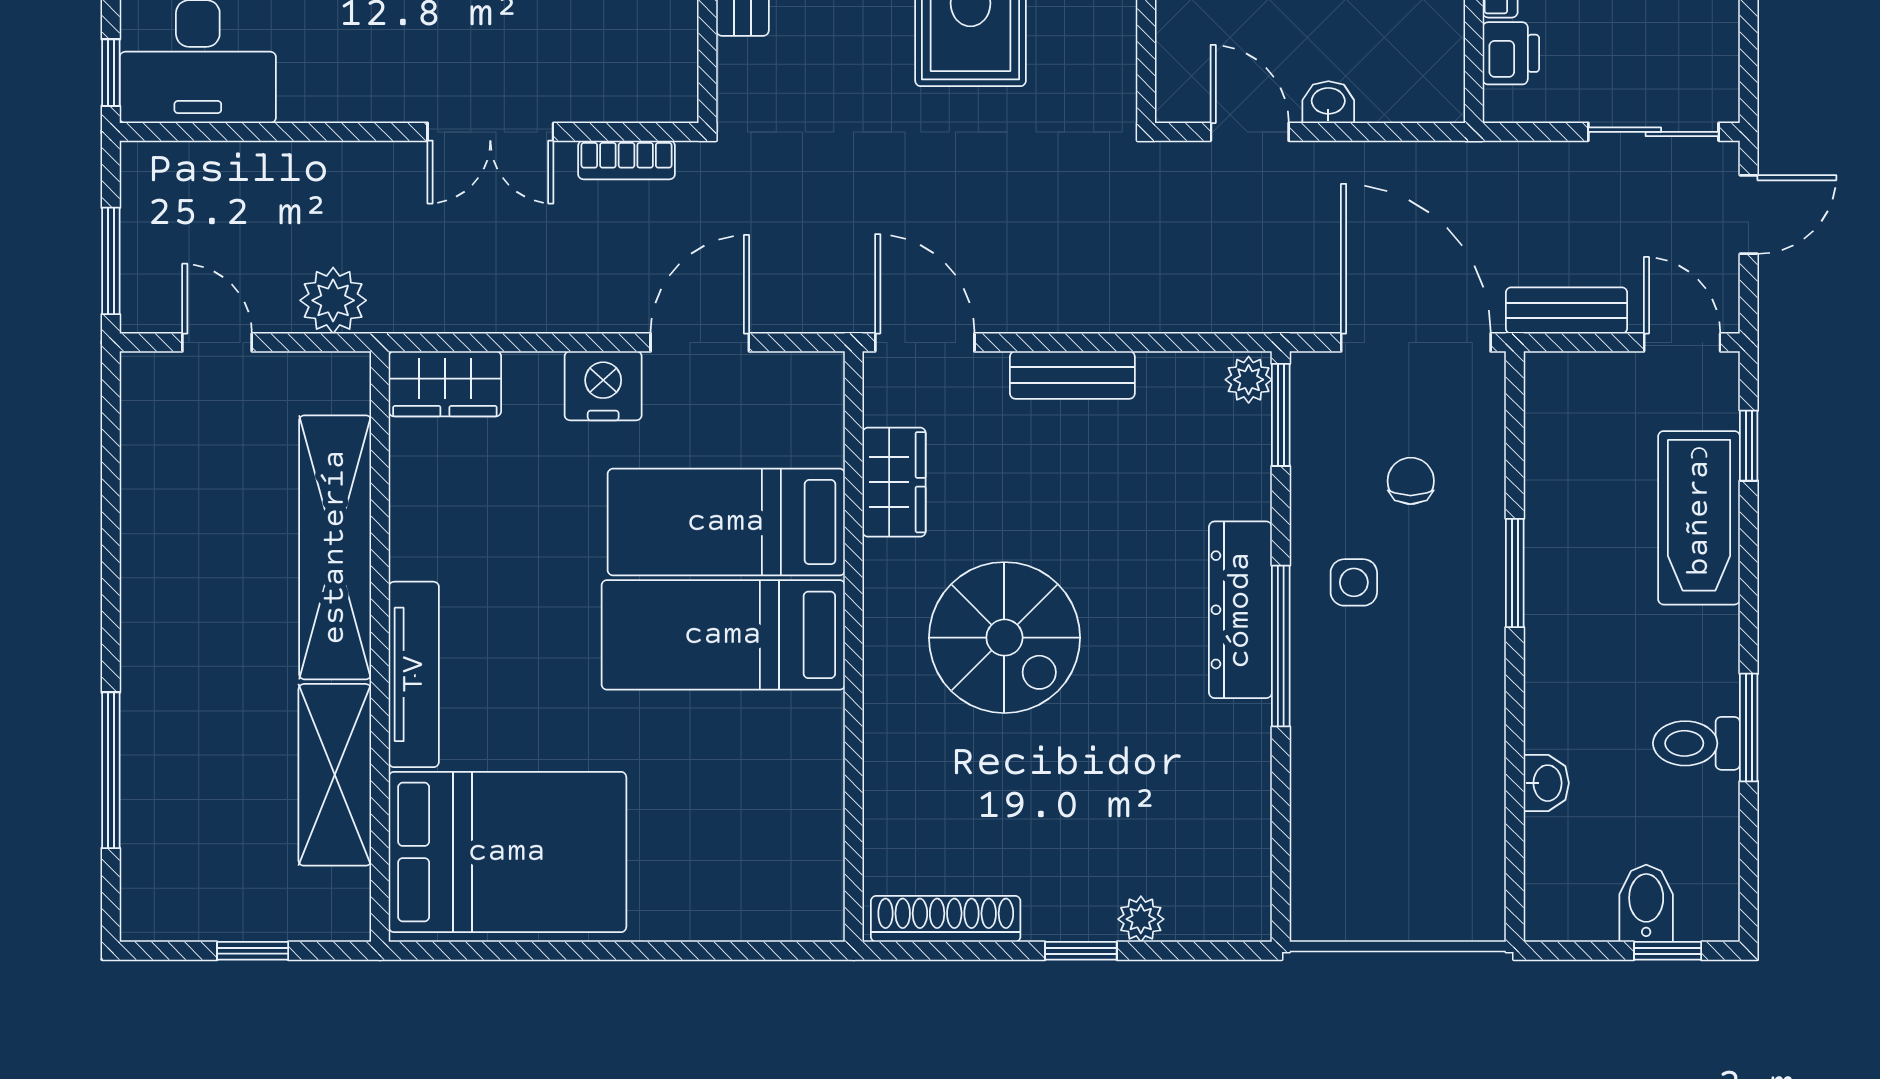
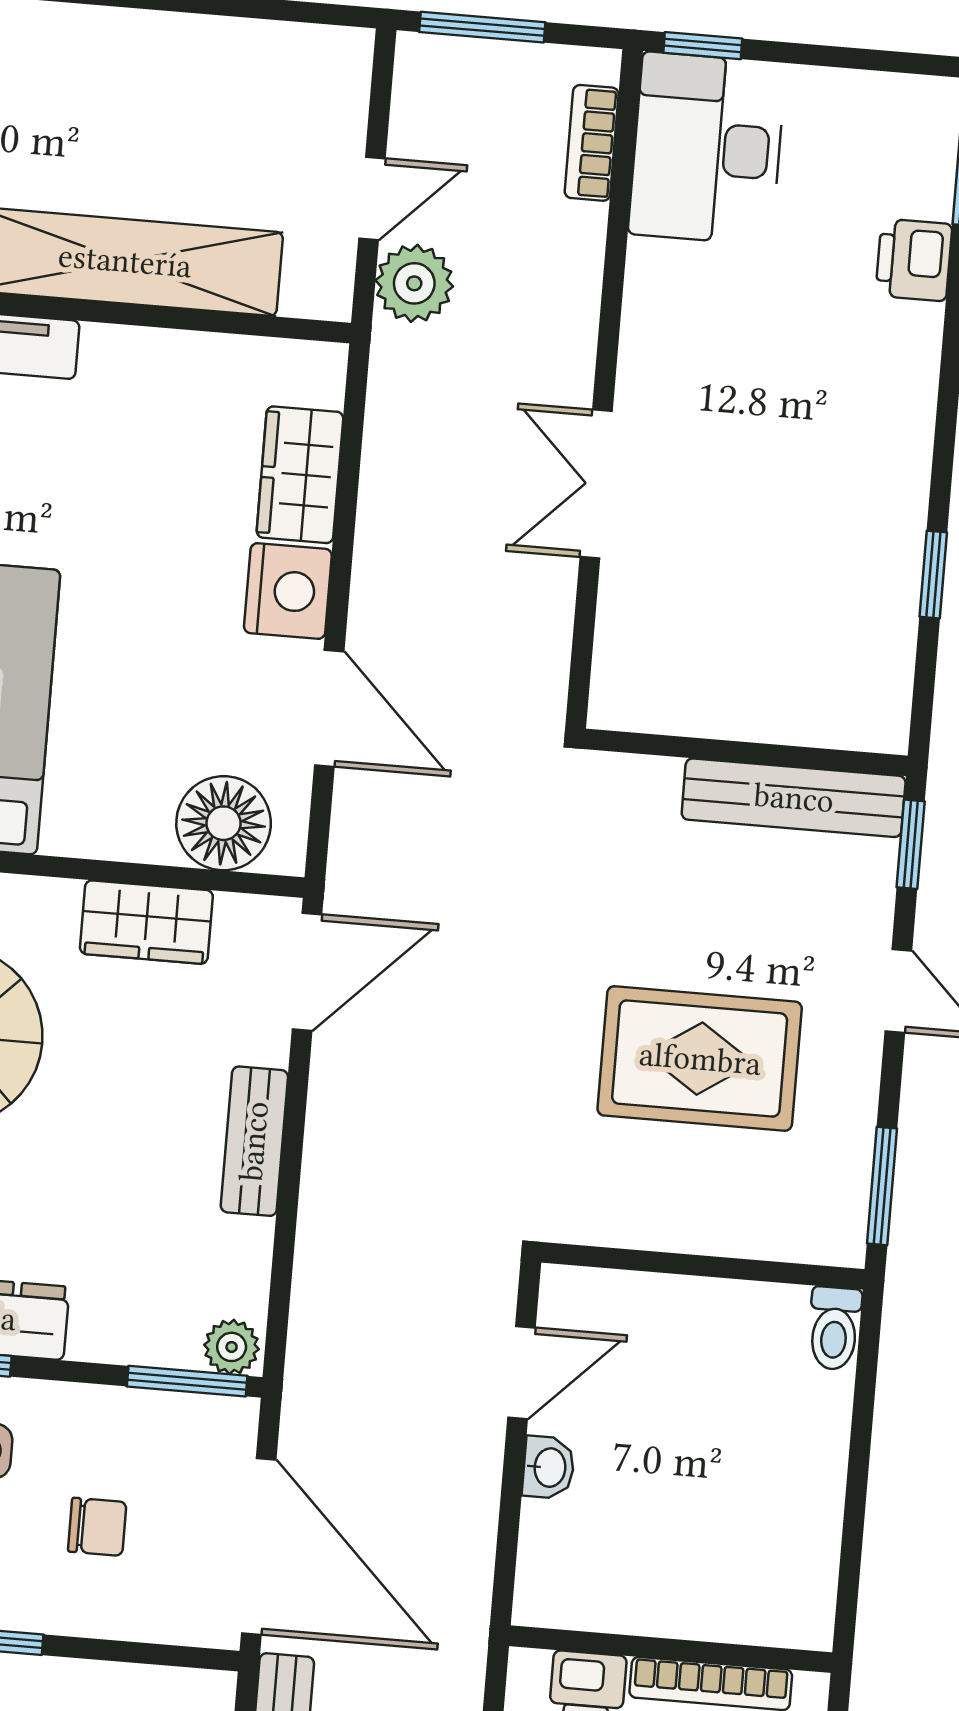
bookcase: (626, 160) -> (592, 143), moved
door: (217, 342) -> (372, 198), moved
door: (1416, 342) -> (259, 1546), hinge flipped
wardrobe: (445, 384) -> (300, 475), moved
floor lamp: (805, 424) -> (224, 823), added
bed: (726, 522) -> (116, 722), removed

